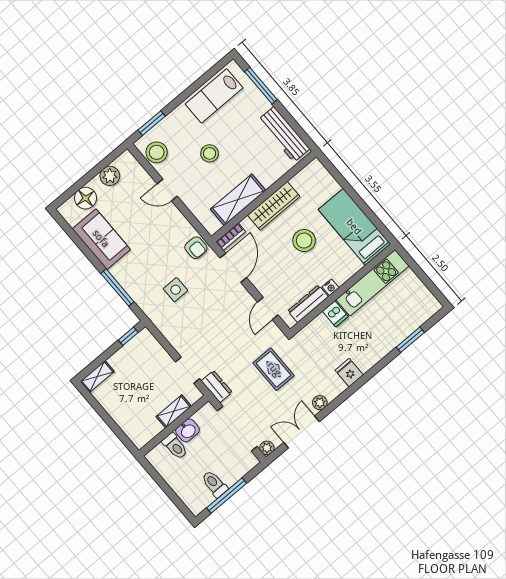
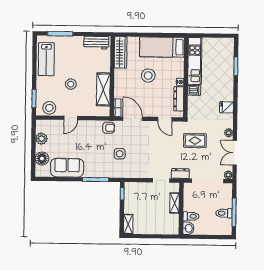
workbench: (284, 134) -> (96, 43), width x0.73
wardrobe: (274, 206) -> (121, 52), moved
washbasin: (188, 430) -> (188, 228), moved

